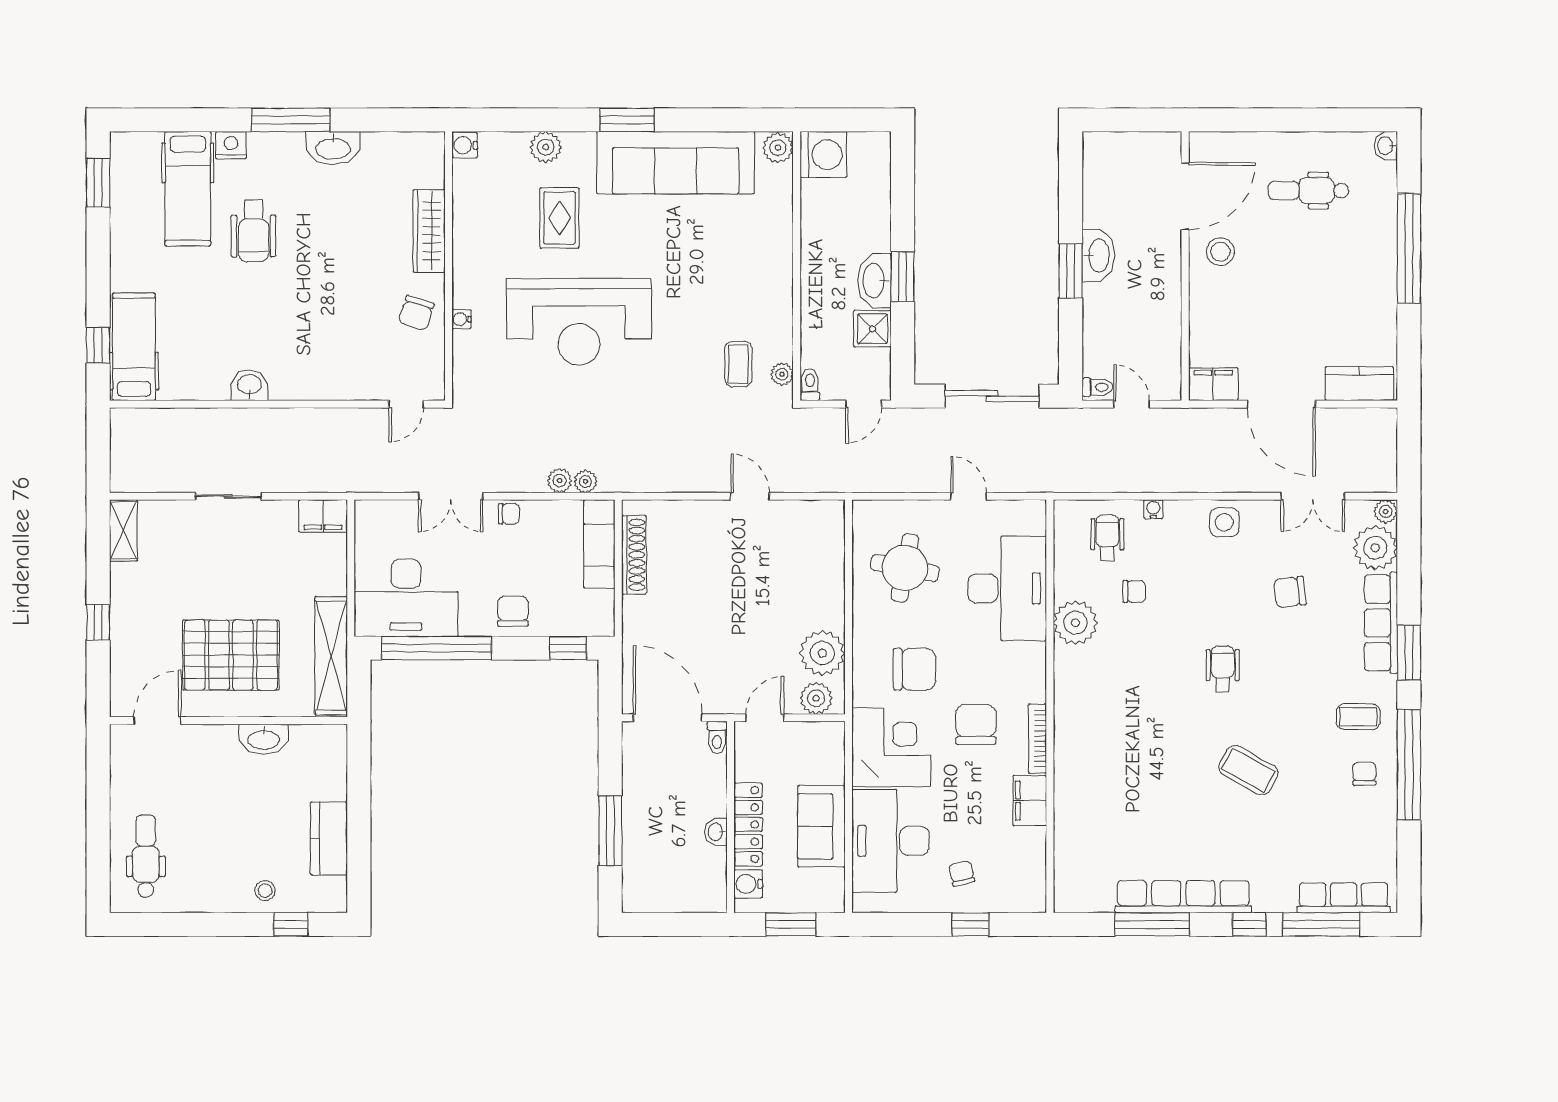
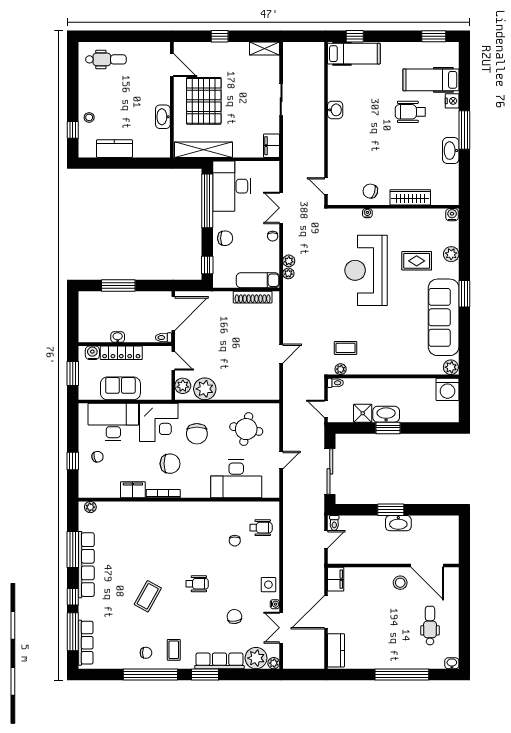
water cooler: (1153, 509) -> (275, 604), moved
plant: (1075, 623) -> (90, 507), moved, width x0.53, depth x0.53

